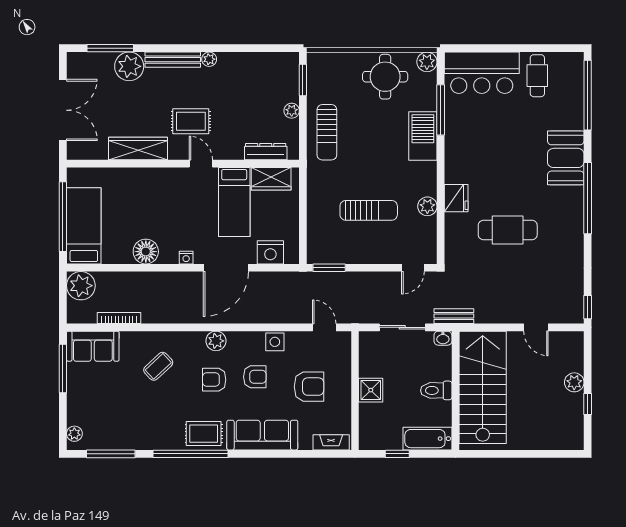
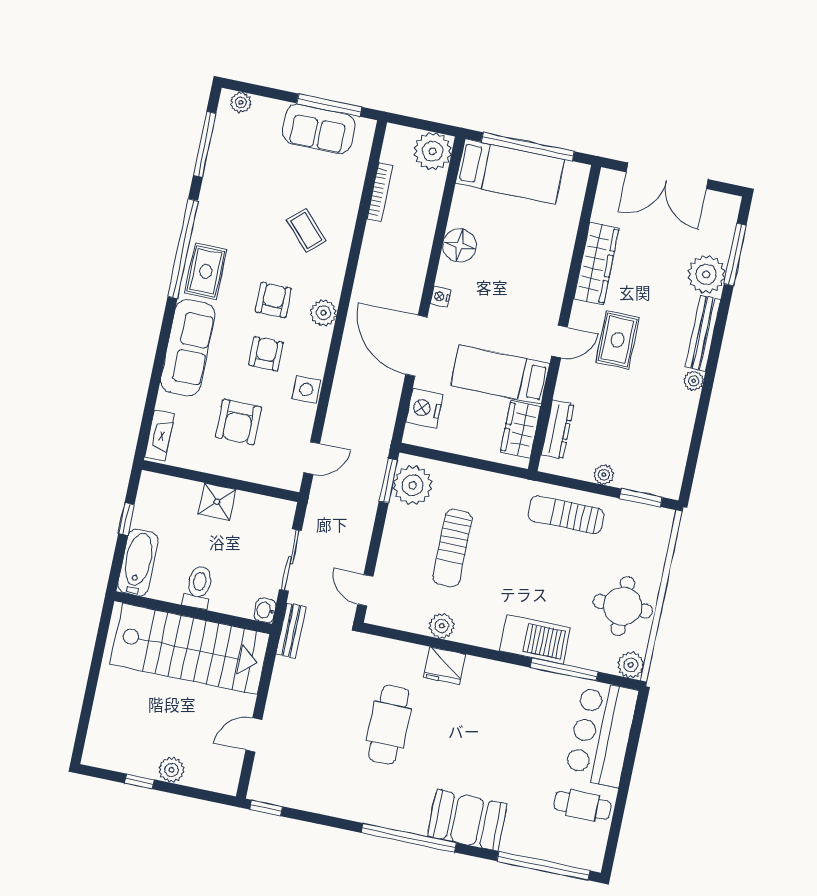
plant: (329, 249) -> (413, 485), added
sofa: (93, 346) -> (319, 129), moved, turned -90
armchair: (255, 377) -> (266, 354), turned 180

